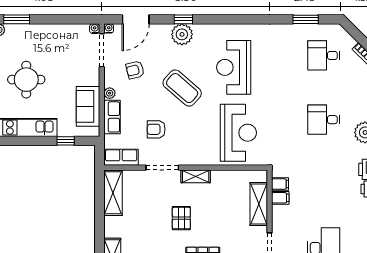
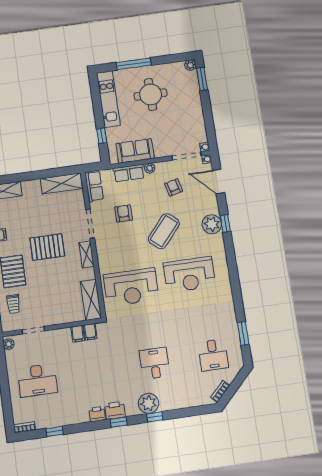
desk: (324, 55) -> (213, 355), turned 180
reception desk: (234, 67) -> (189, 275), turned 180
shelving: (259, 204) -> (91, 300), moved, turned 90
pallet: (181, 218) -> (47, 247), width x1.50, depth x1.42

